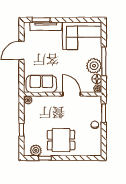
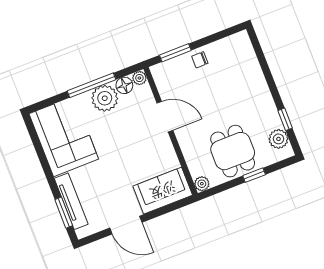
sofa: (41, 84) -> (163, 191), moved, turned 90
door: (72, 94) -> (165, 117), swing flipped
dining table: (61, 140) -> (233, 151), moved

